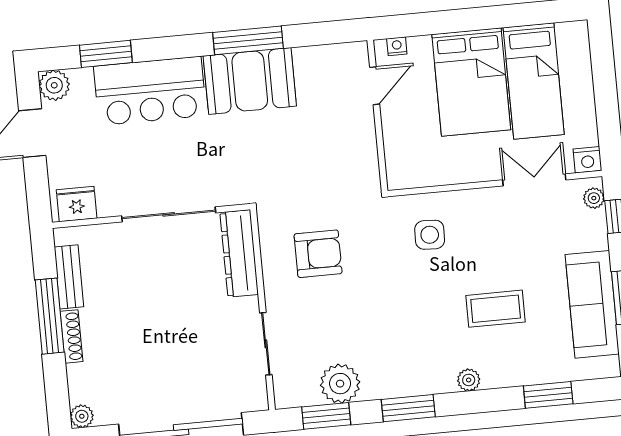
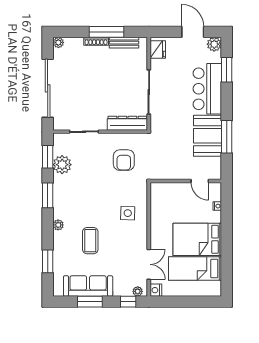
door: (375, 86) -> (200, 181), moved
wall: (377, 116) -> (186, 181), moved

